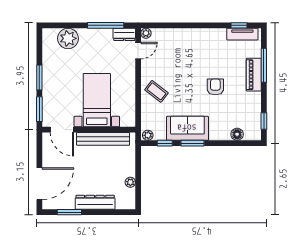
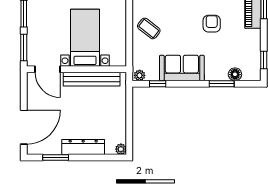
window: (193, 143) -> (222, 84), moved
plant: (130, 182) -> (121, 149), moved

